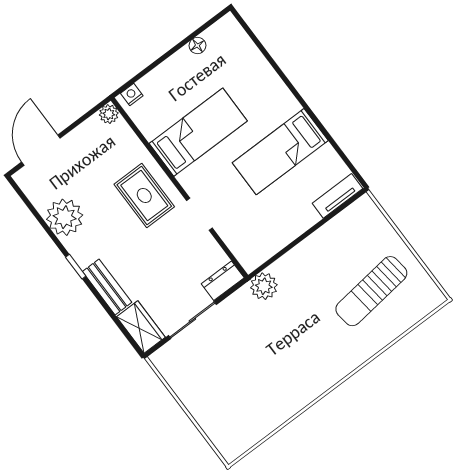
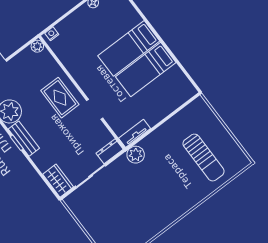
bed: (198, 132) -> (129, 48), moved, turned 180
tv unit: (337, 196) -> (135, 133), moved
bench: (107, 287) -> (24, 139), moved
sun lounger: (371, 291) -> (204, 157), turned -83

